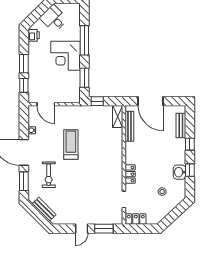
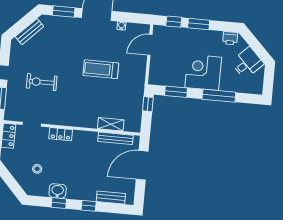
shelving: (118, 116) -> (111, 124), moved
treadmill: (71, 145) -> (101, 69), turned 180
exercise bike: (49, 175) -> (42, 82), moved

